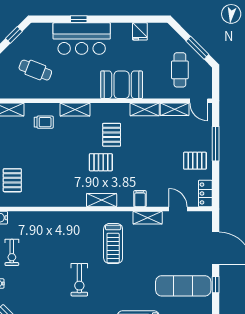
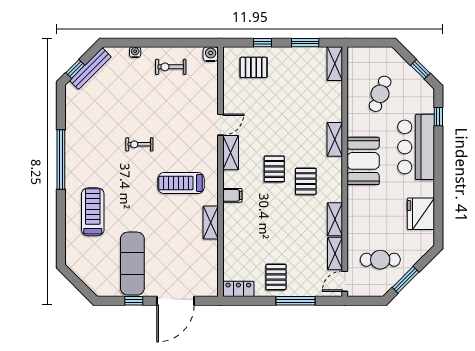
window: (79, 19) -> (438, 117), moved
fridge: (140, 31) -> (421, 214), width x1.88, depth x1.34
booth: (122, 85) -> (363, 161), moved
trolley: (44, 122) -> (320, 103), removed
pallet: (112, 135) -> (306, 181), turned 90
filing cabinet: (140, 199) -> (232, 195), moved
shelving: (102, 200) -> (231, 153), moved
door: (178, 209) -> (221, 125), moved
exercise bike: (79, 280) -> (139, 144), width x0.73, depth x0.72

